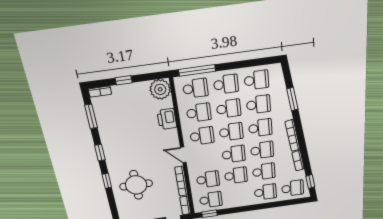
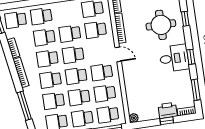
plant: (160, 89) -> (134, 118), width x0.53, depth x0.53
window: (292, 99) -> (24, 106), width x1.44
printer: (167, 119) -> (168, 110), moved, turned -90
desk: (119, 151) -> (174, 58), added
window: (107, 181) -> (185, 19), moved

